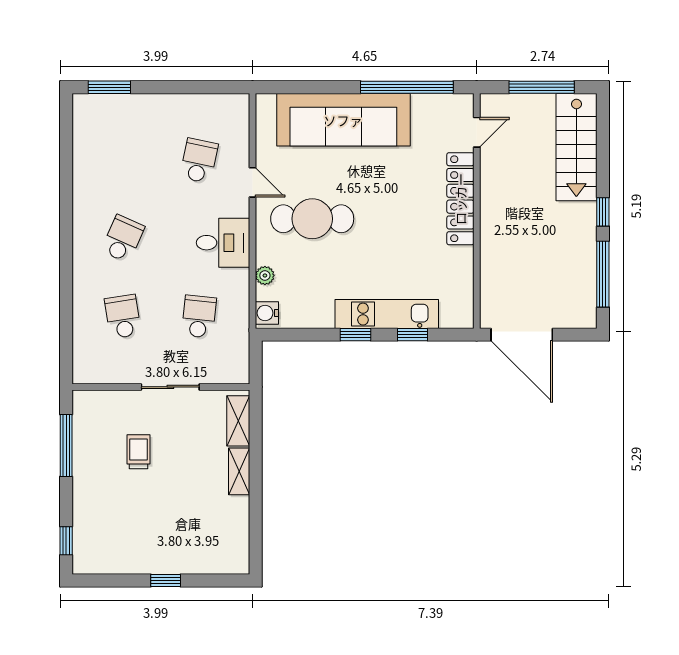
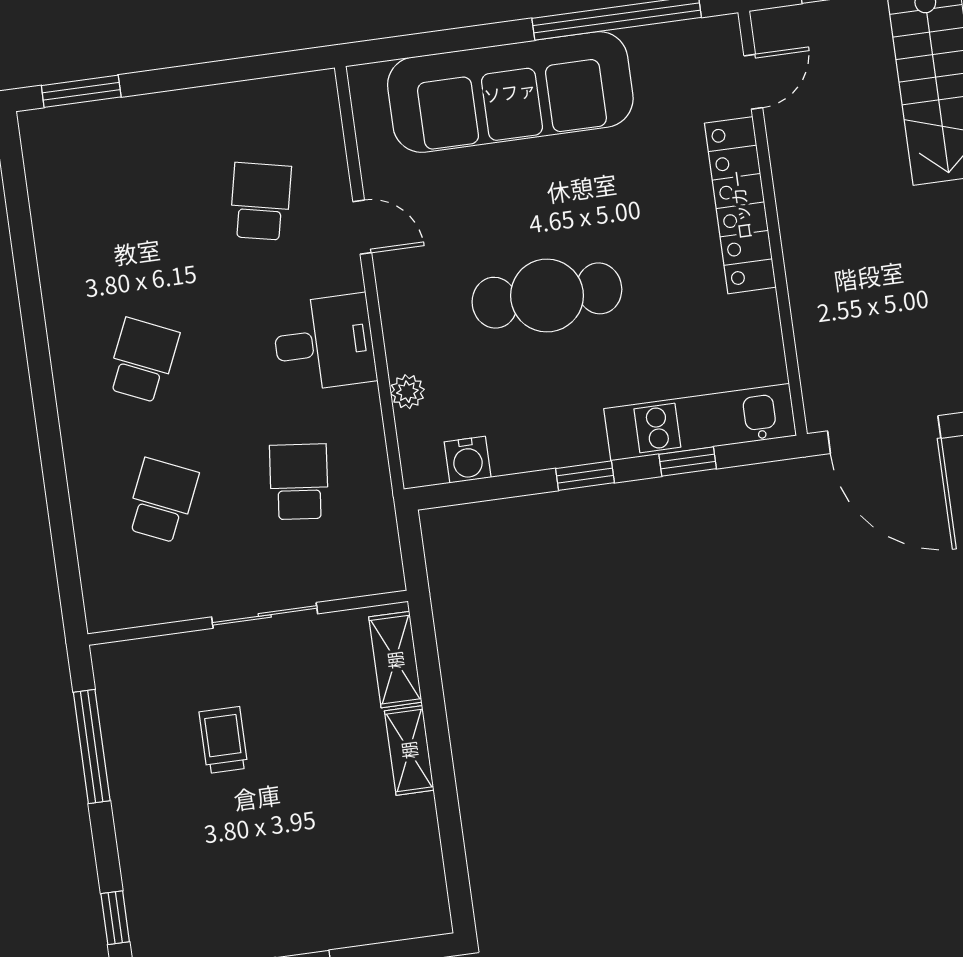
cafe table: (312, 219) -> (547, 296), moved
water cooler: (267, 313) -> (468, 460), moved, turned -90
kitchen unit: (387, 314) -> (700, 422), moved
school desk: (123, 317) -> (162, 500), turned 33

